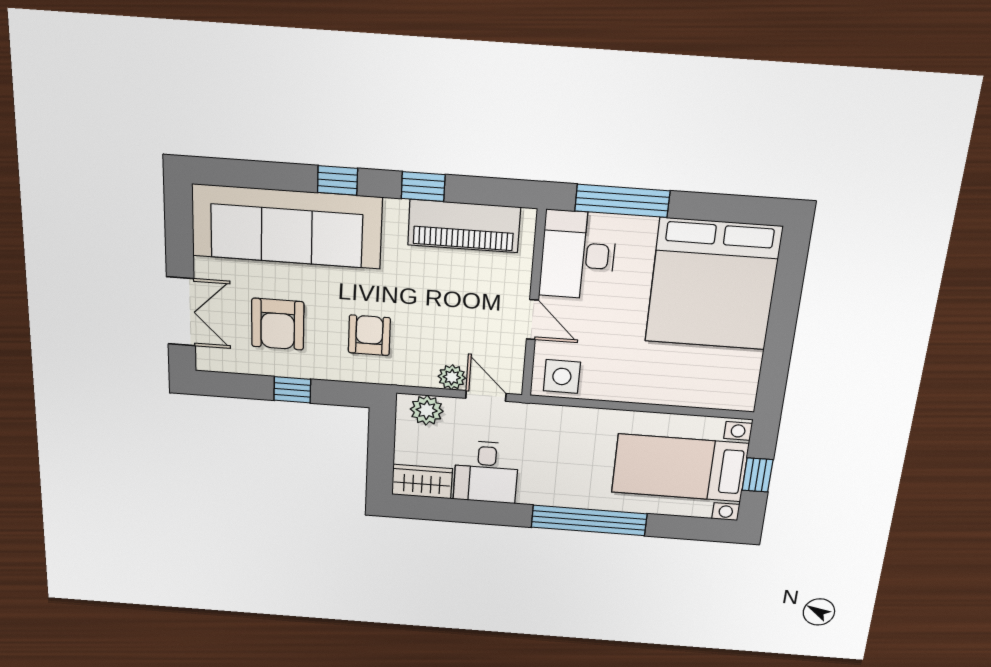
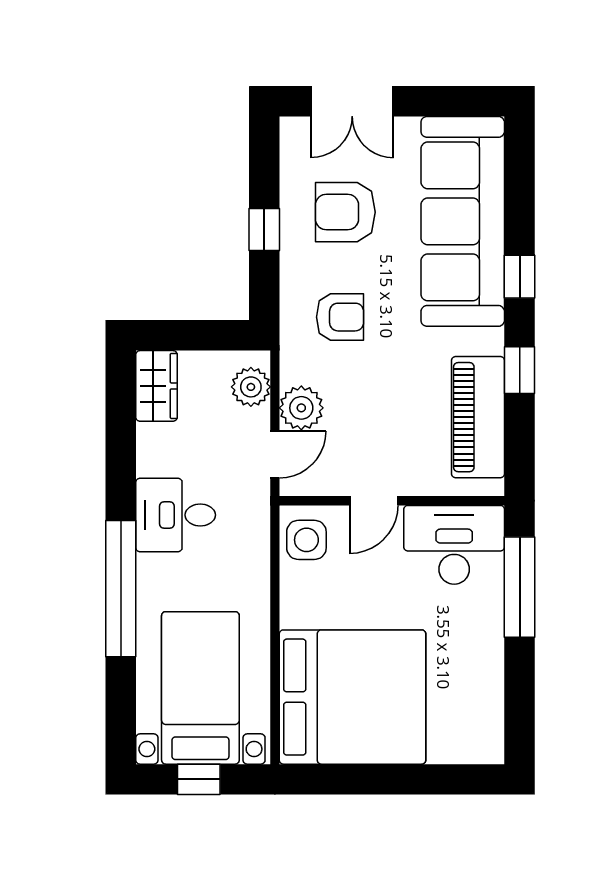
bed: (713, 284) -> (352, 697), moved, turned 180
plant: (452, 377) -> (301, 408), width x1.38, depth x1.38
desk: (486, 472) -> (176, 515), moved

